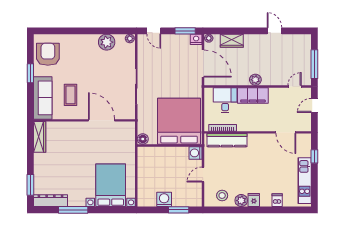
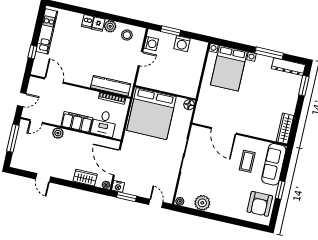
plant: (255, 80) -> (58, 133), moved
washing machine: (195, 153) -> (151, 44), moved
dishwasher: (277, 200) -> (88, 21), moved

